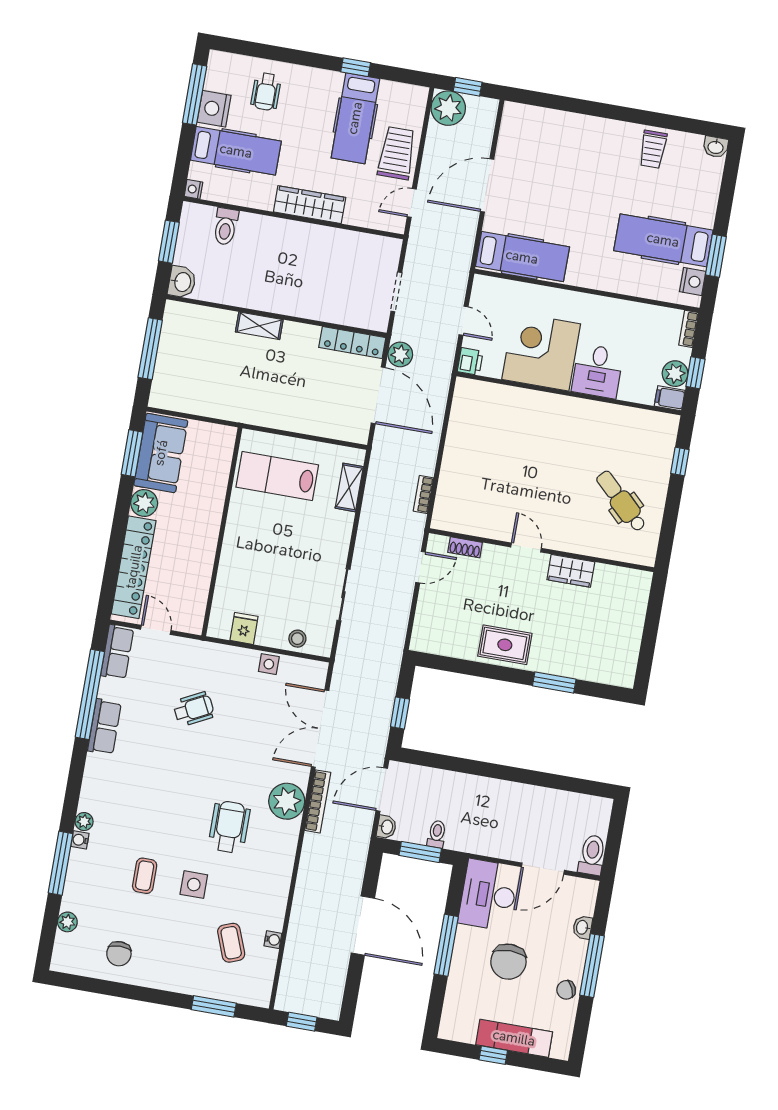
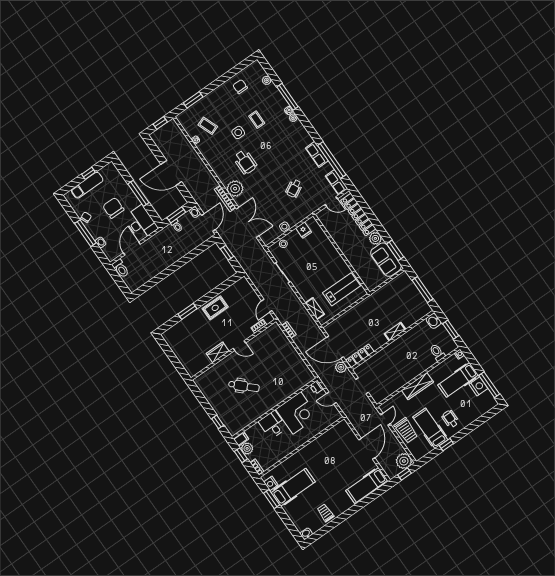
wheelchair: (266, 91) -> (450, 419), moved
hospital bed: (522, 257) -> (367, 485), moved
dental chair: (621, 501) -> (244, 386), moved

